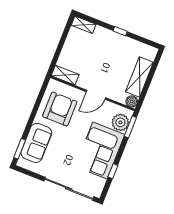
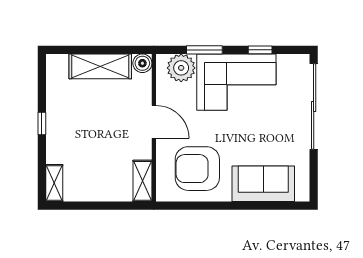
window: (130, 127) -> (204, 50), moved
window: (20, 149) -> (282, 206), removed

